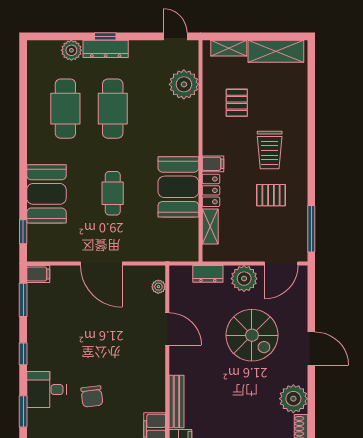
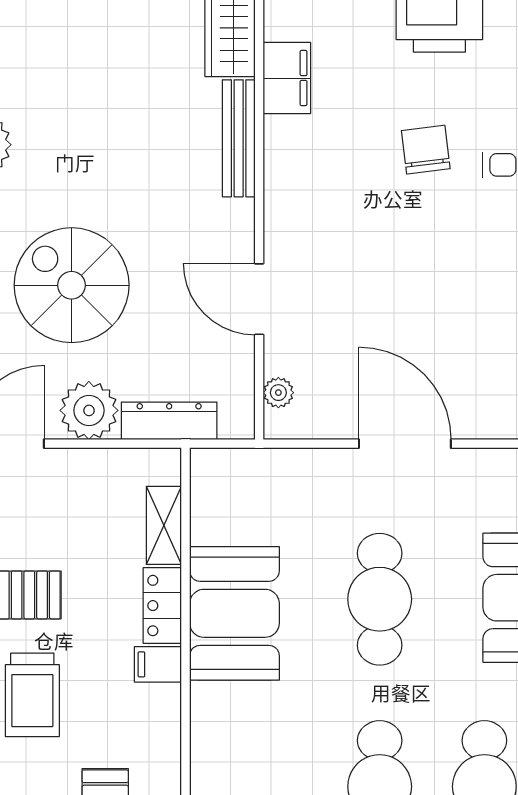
trolley: (270, 150) -> (32, 695), turned 180
cafe table: (113, 193) -> (380, 599), width x1.37, depth x1.35
dresser: (208, 274) -> (169, 421), width x1.44

